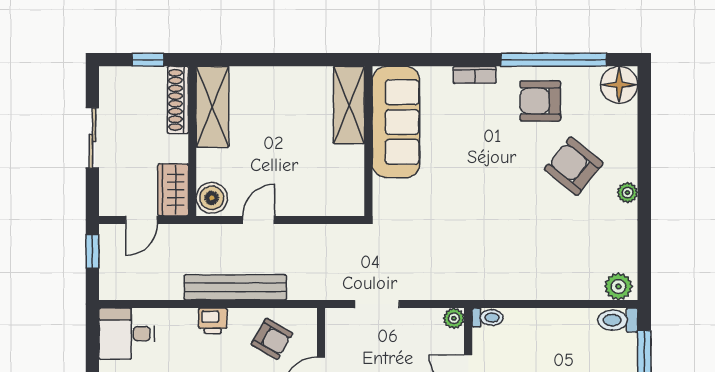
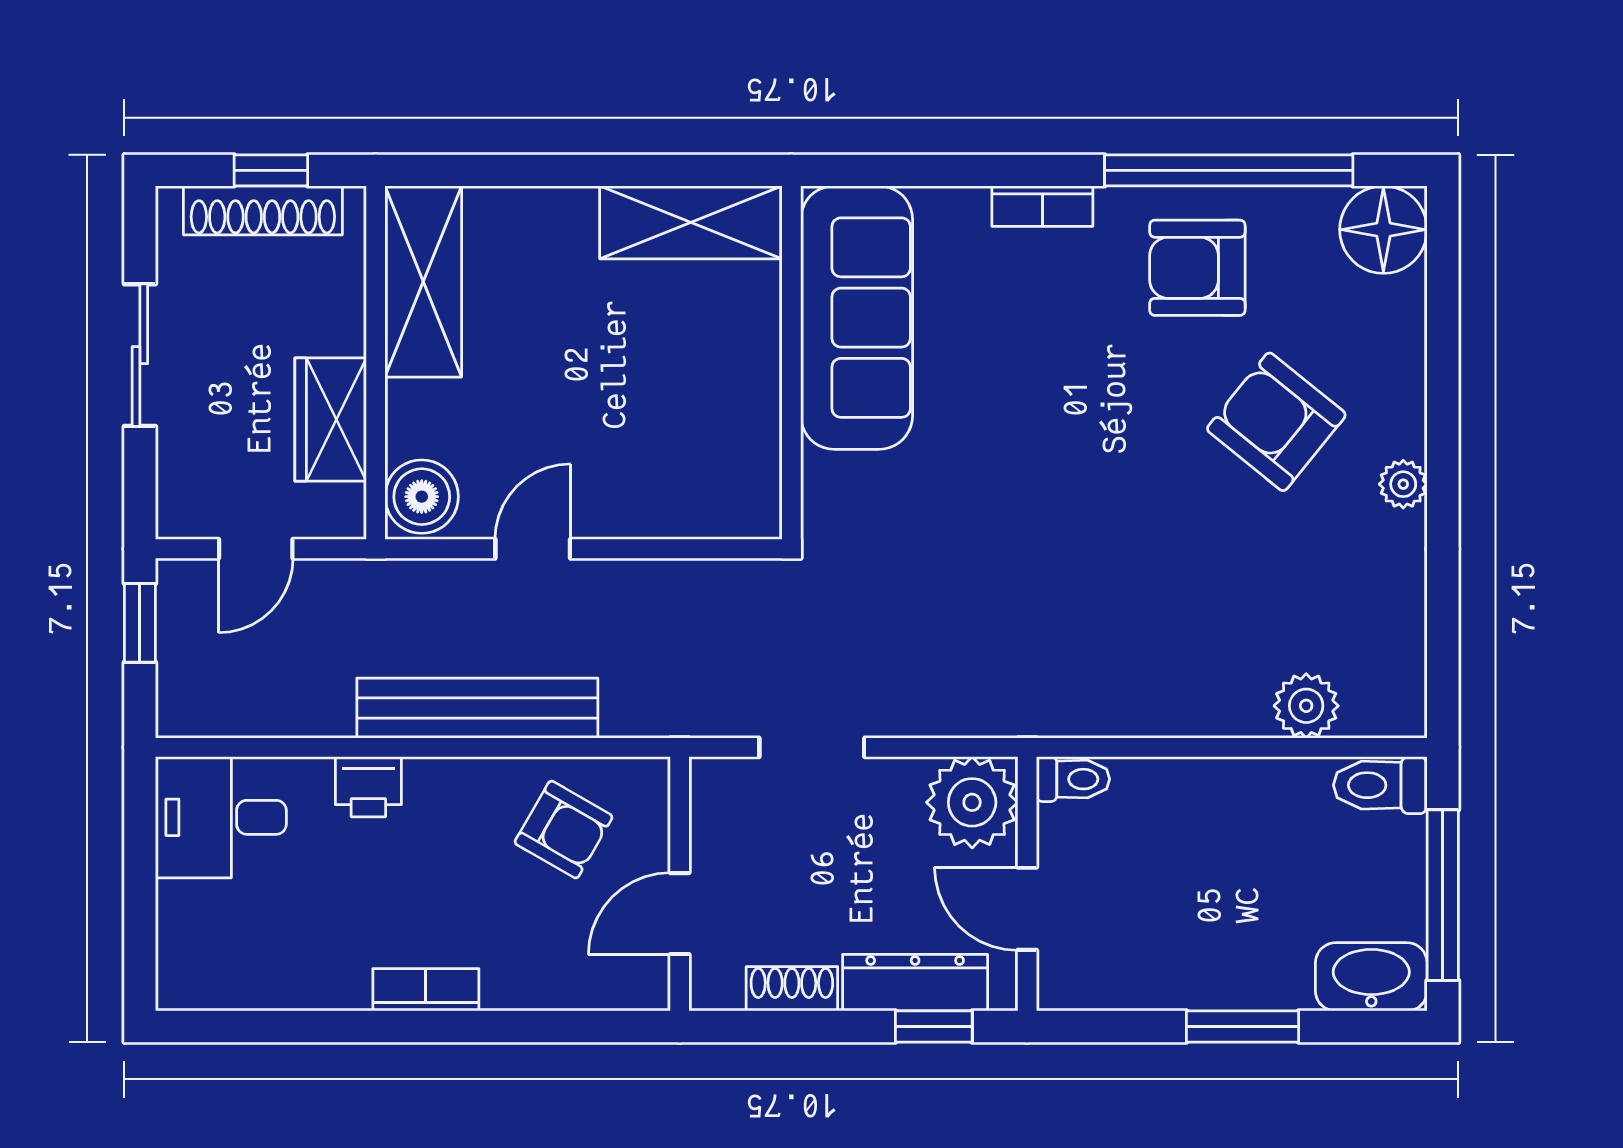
shoe rack: (178, 100) -> (263, 210), moved, turned -90
shelving: (349, 105) -> (691, 222), moved, turned 90
wardrobe: (173, 190) -> (331, 420), moved
plant: (618, 286) -> (1306, 706), moved
plant: (454, 318) -> (972, 802), width x1.88, depth x1.88
printer: (213, 321) -> (368, 787), moved

